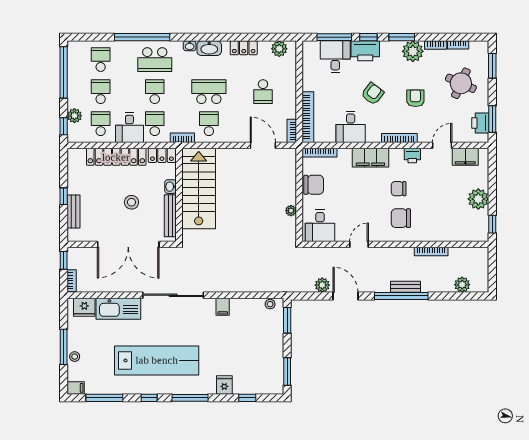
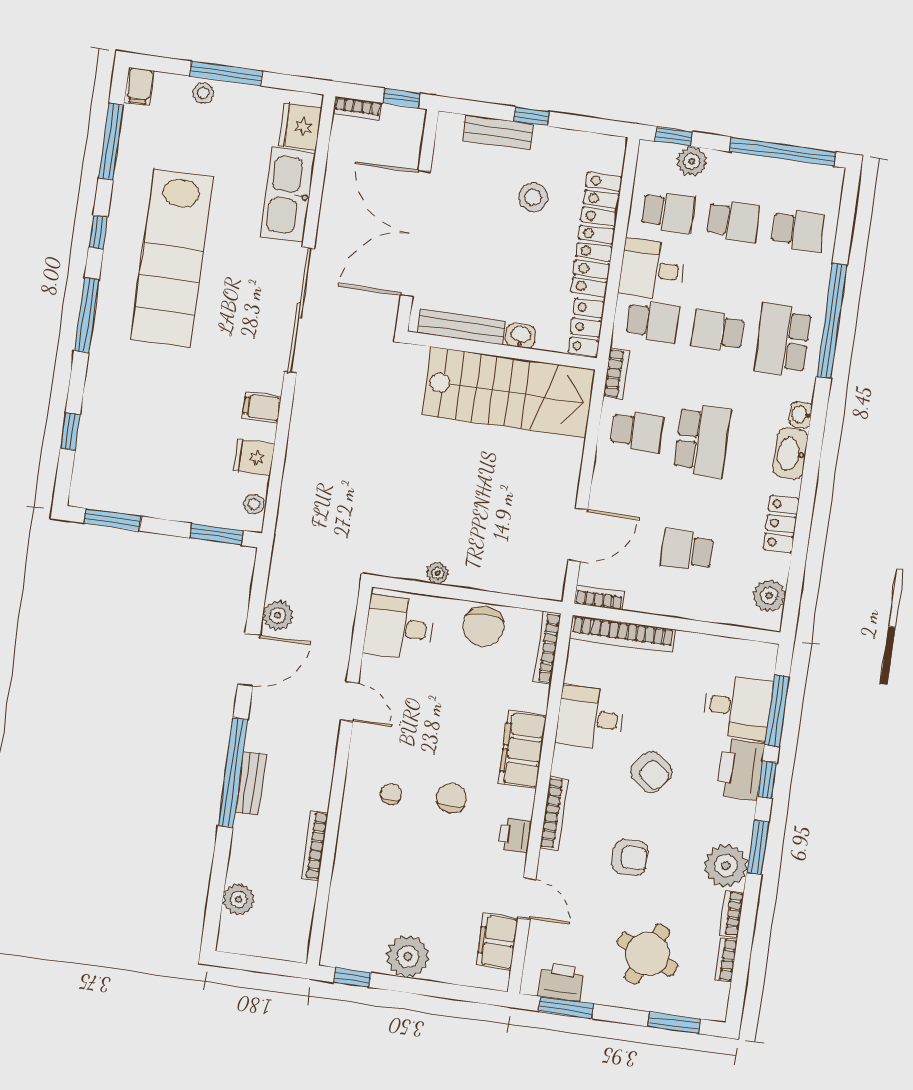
school desk: (155, 92) -> (718, 331), turned 180
stool: (131, 202) -> (533, 197), moved
chair: (401, 218) -> (391, 794), width x0.54, depth x0.54
fridge: (224, 385) -> (254, 457), moved, turned 180

